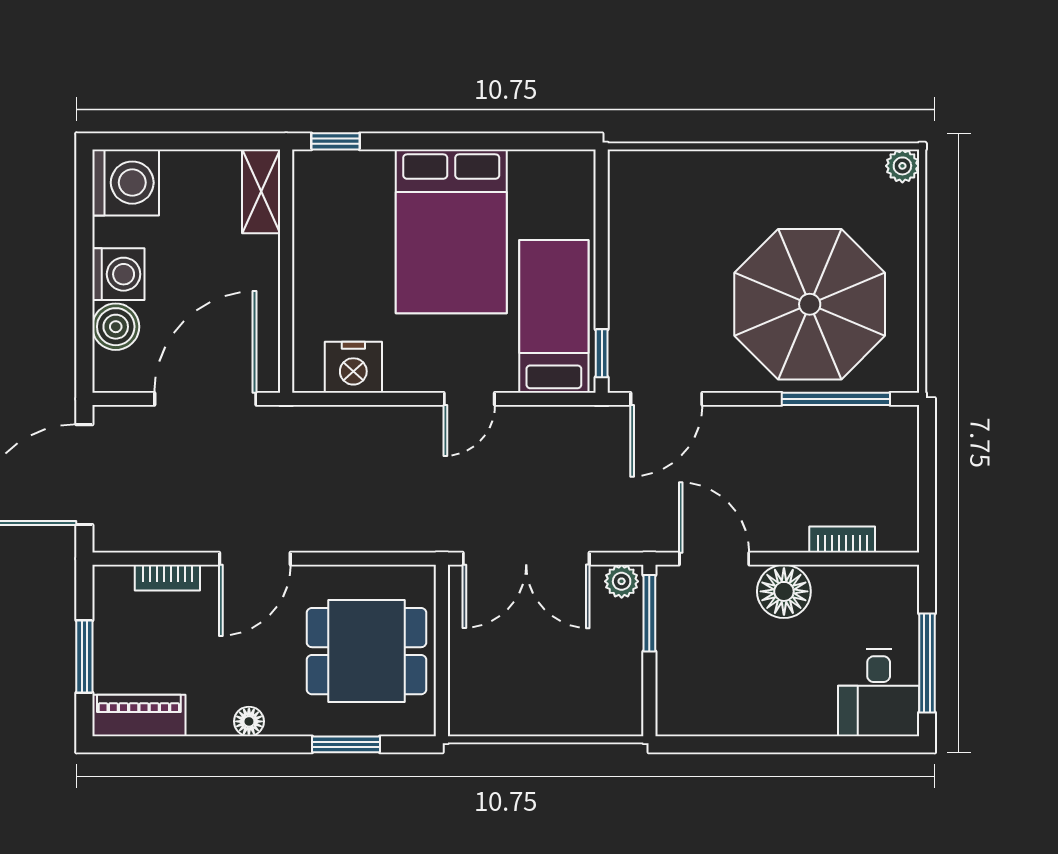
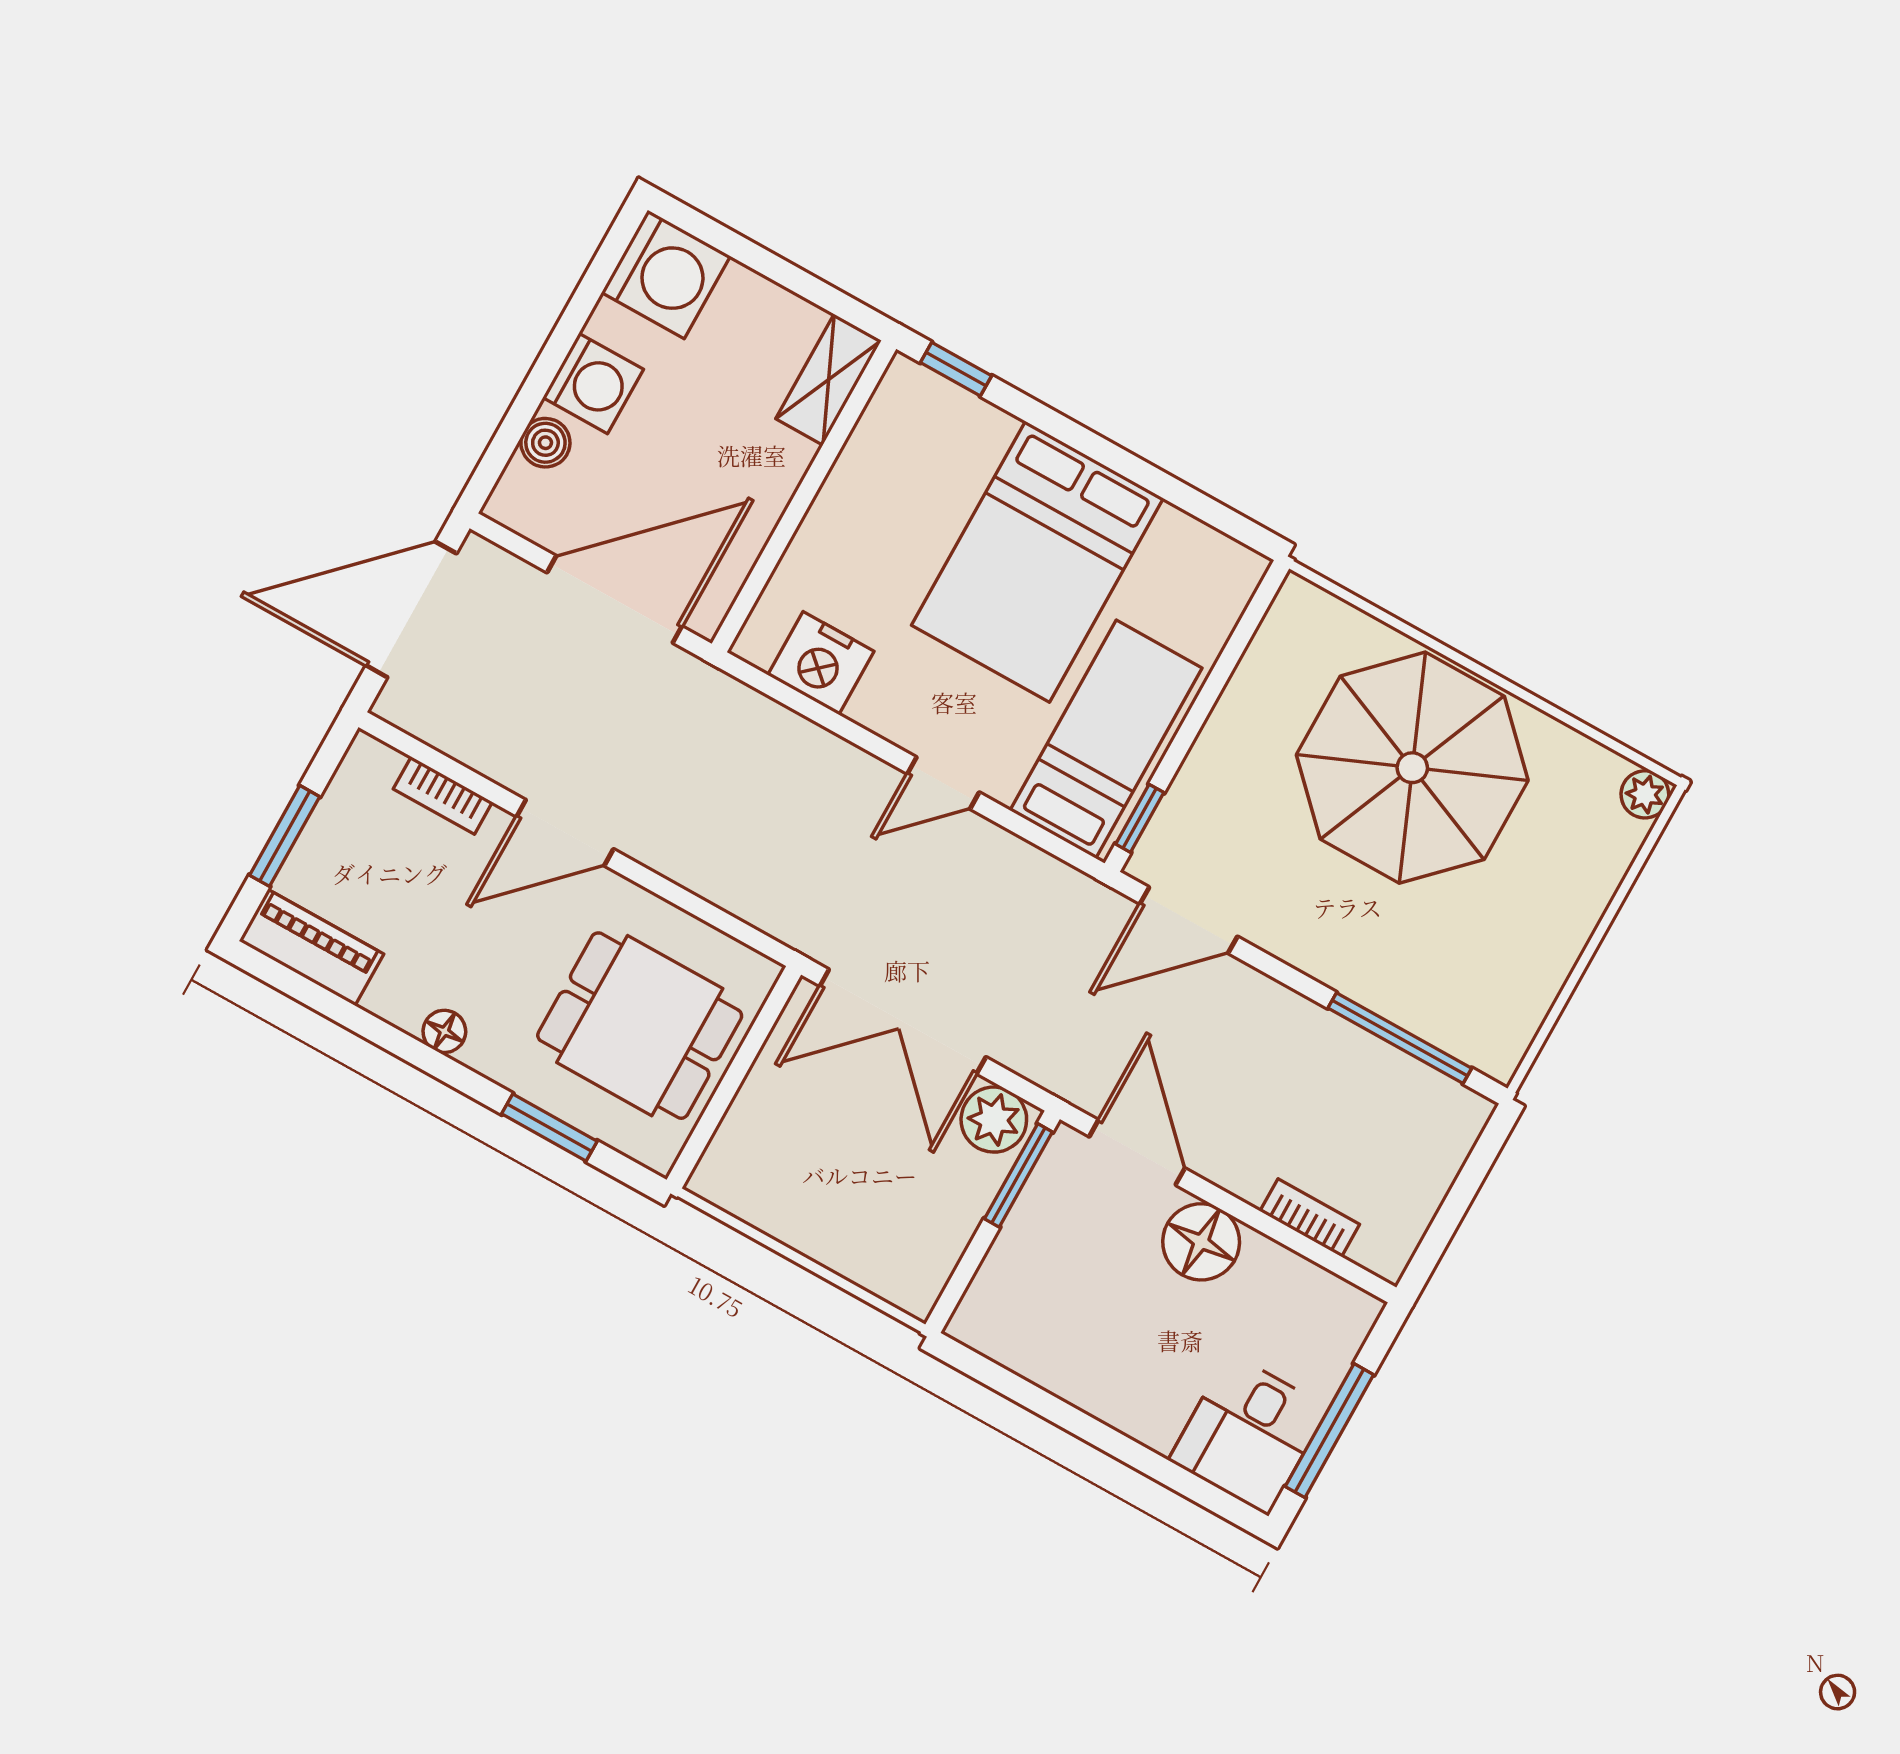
parasol: (810, 304) -> (1412, 768), moved
boiler: (116, 327) -> (545, 443), width x0.73, depth x0.73
plant: (622, 581) -> (994, 1120), width x1.38, depth x1.38

